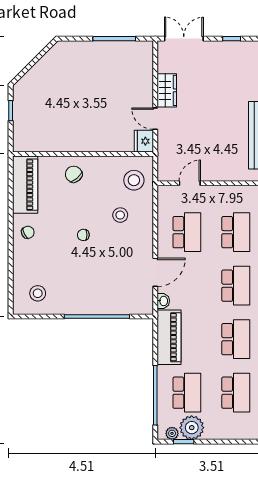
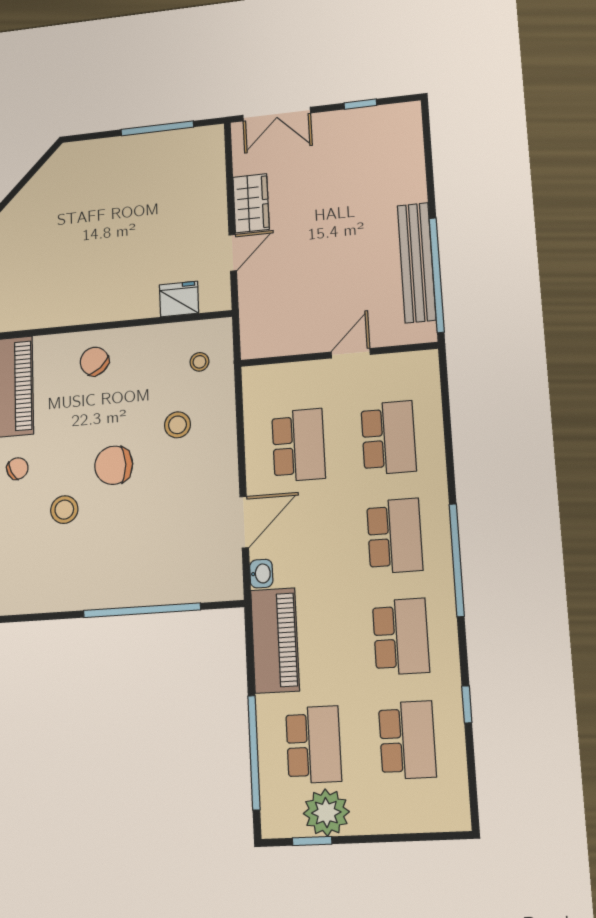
double door: (184, 39) -> (277, 114), swing flipped
door: (155, 119) -> (233, 253), swing flipped
fridge: (144, 141) -> (179, 299), moved, turned 90
stool: (134, 180) -> (199, 362), width x0.53, depth x0.53
door: (190, 183) -> (351, 353), moved
chair: (83, 235) -> (114, 465), width x1.87, depth x1.87
stool: (38, 293) -> (64, 510), moved
plant: (172, 433) -> (289, 825), removed

